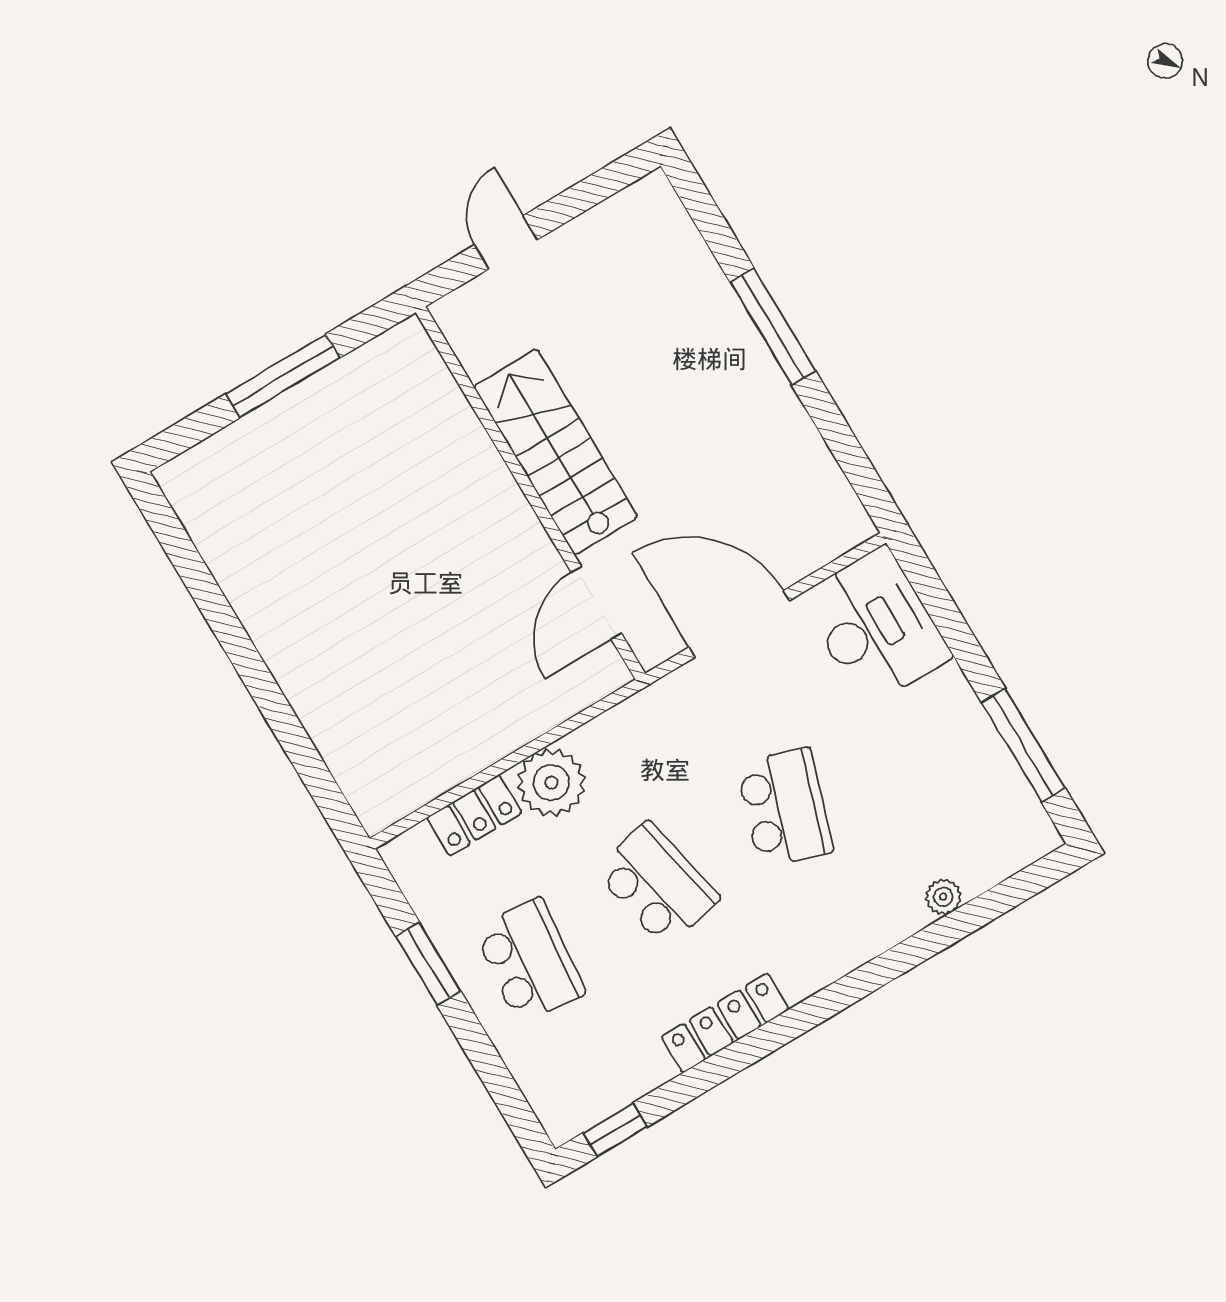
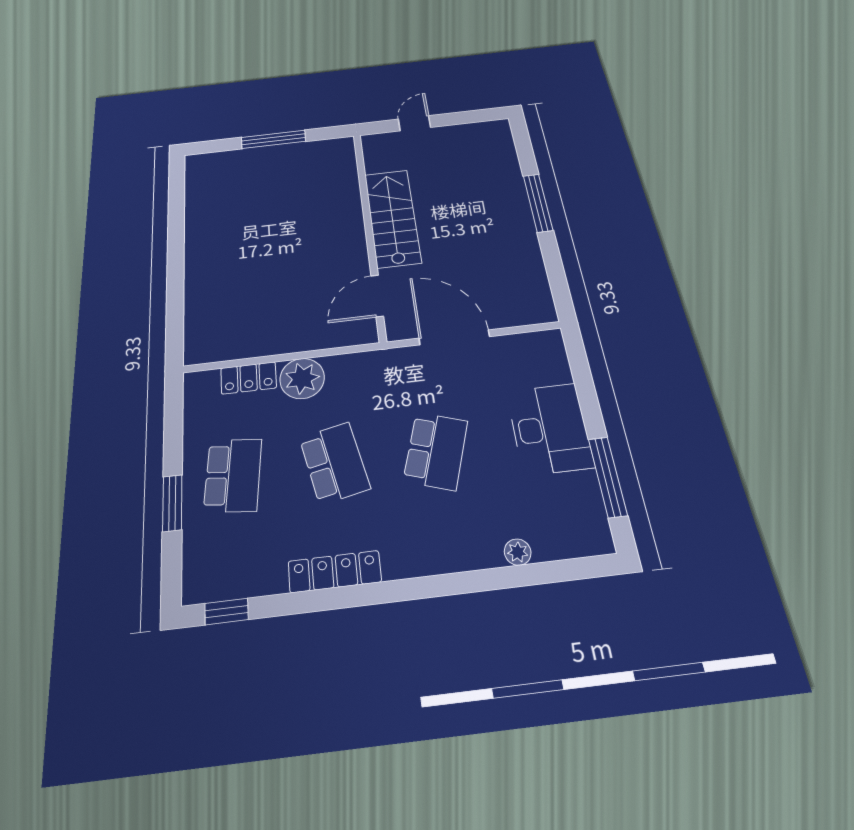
desk: (875, 627) -> (550, 429), moved
window: (428, 964) -> (172, 503), moved

